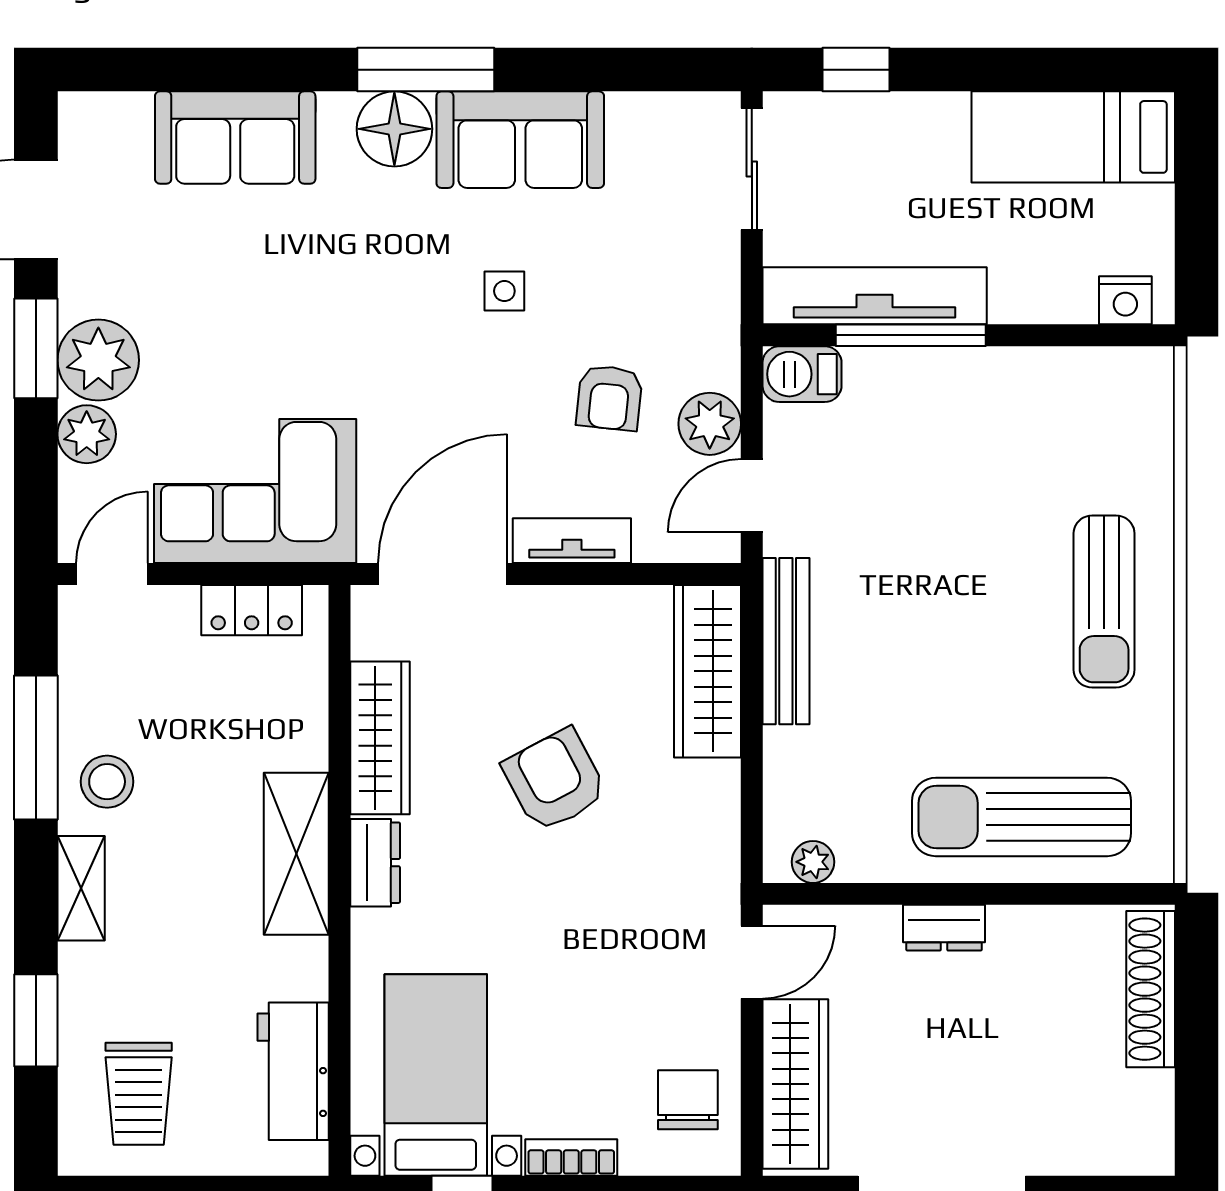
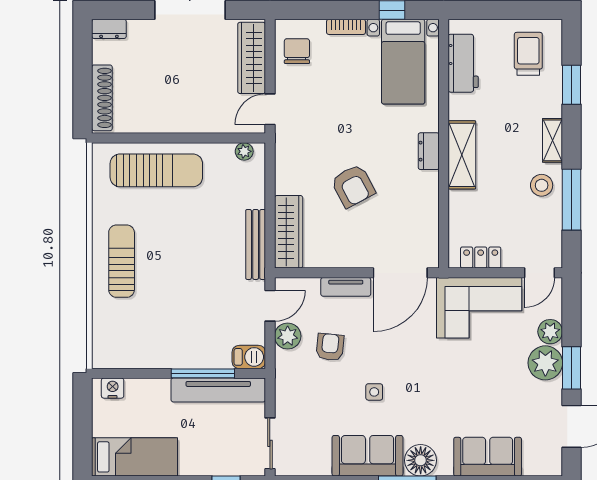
wardrobe: (380, 738) -> (427, 204), removed
dresser: (944, 928) -> (109, 29), moved, turned 180
chair: (688, 1100) -> (297, 51), turned 180

